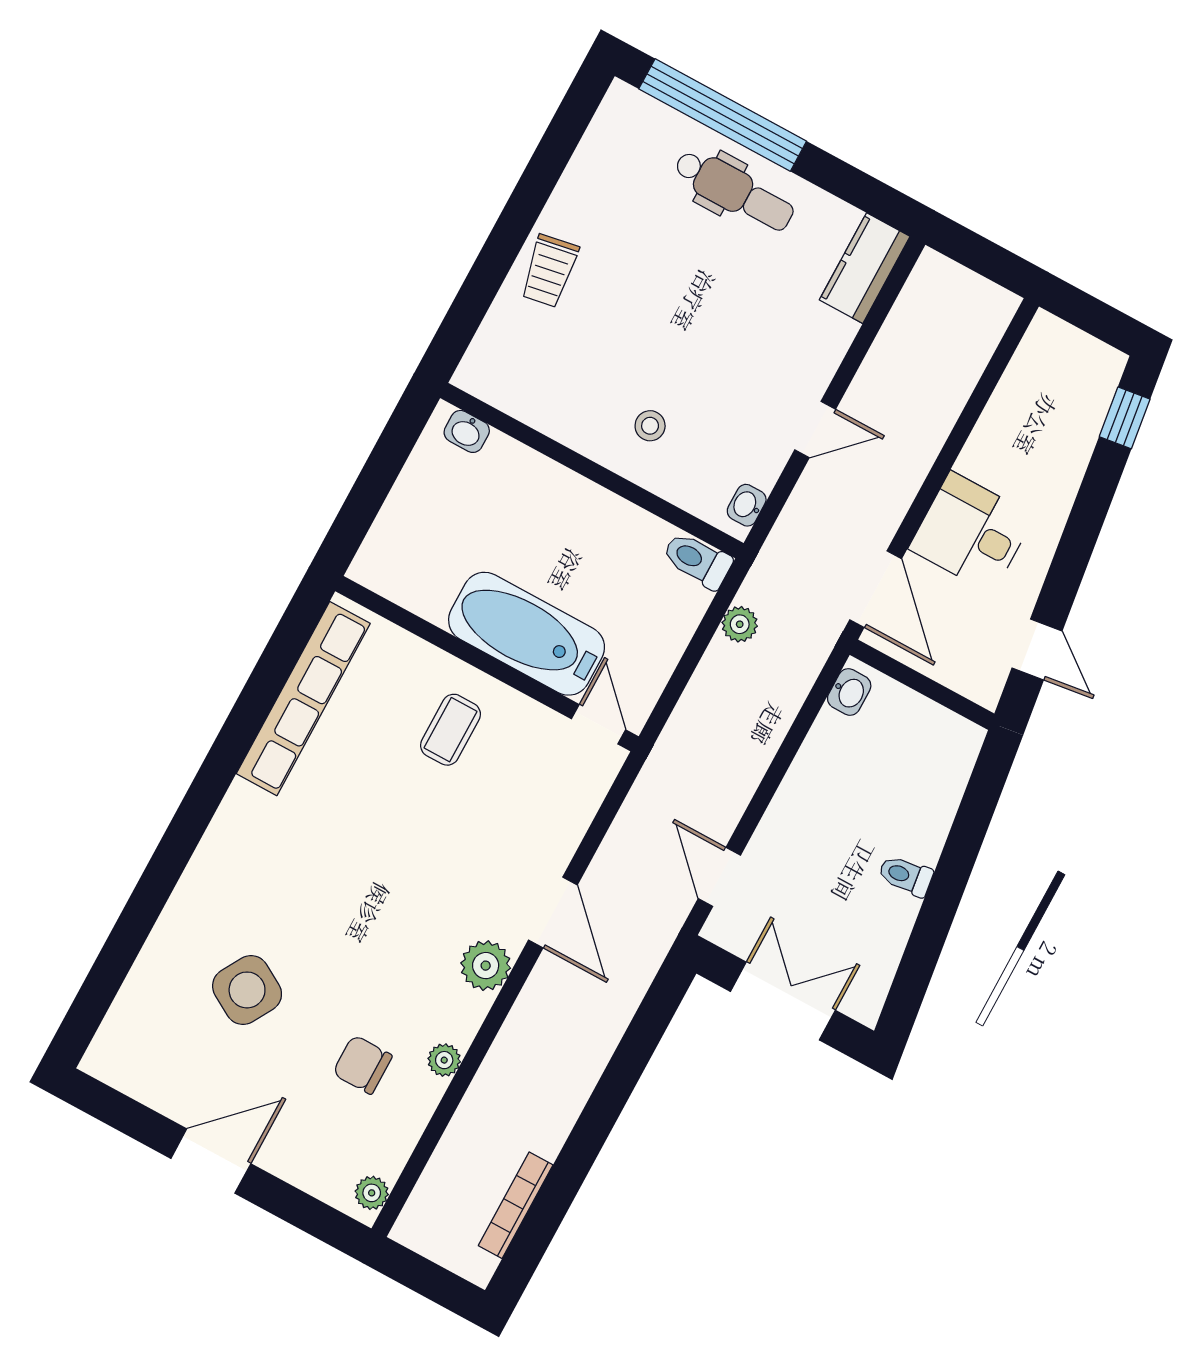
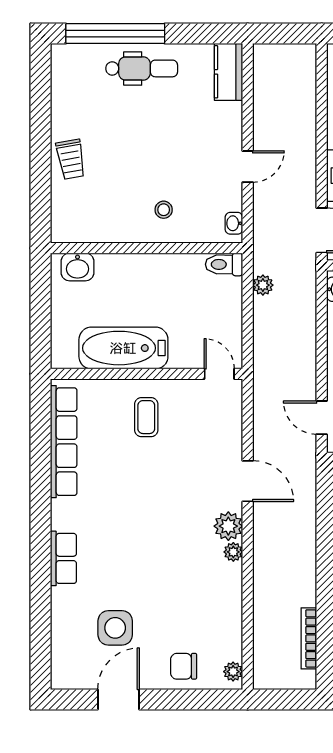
washbasin: (467, 431) -> (78, 267), width x1.38, depth x1.45
bathtub: (527, 634) -> (123, 348), moved
row of seats: (205, 878) -> (63, 558), added
side table: (247, 990) -> (115, 628), moved, turned -30
plant: (444, 1060) -> (233, 552), moved
chair: (362, 1065) -> (184, 666), moved
door: (211, 1161) -> (119, 699), moved

